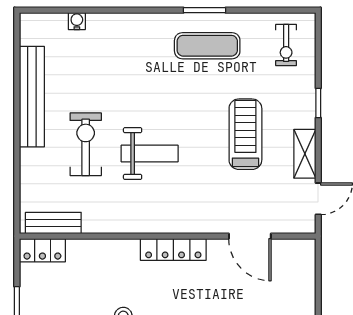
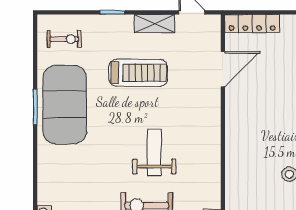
exercise mat: (207, 46) -> (65, 105), width x2.00, depth x1.45
treadmill: (245, 134) -> (138, 73), turned 180
locker: (173, 249) -> (252, 23), moved, turned 90

